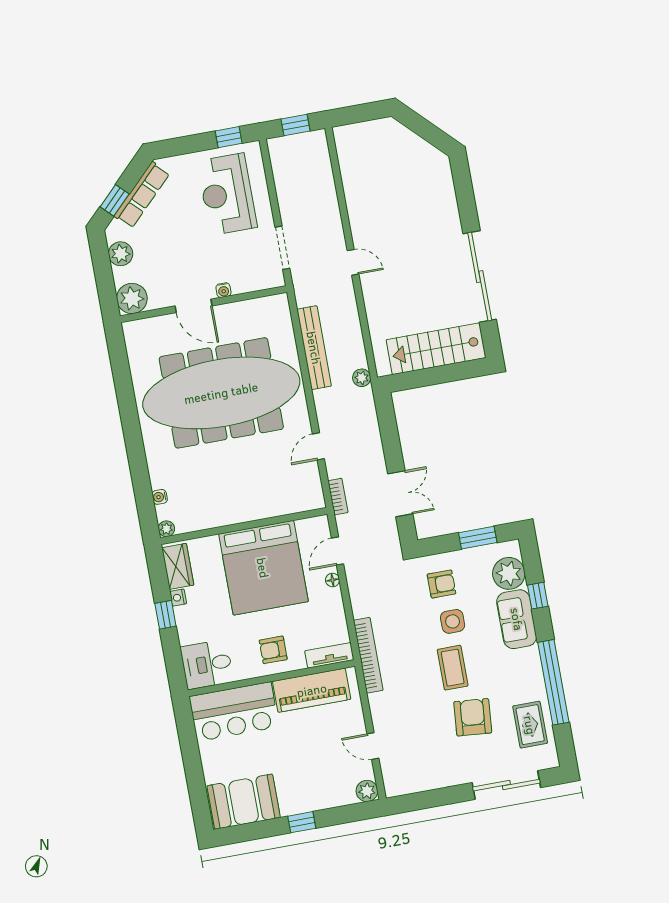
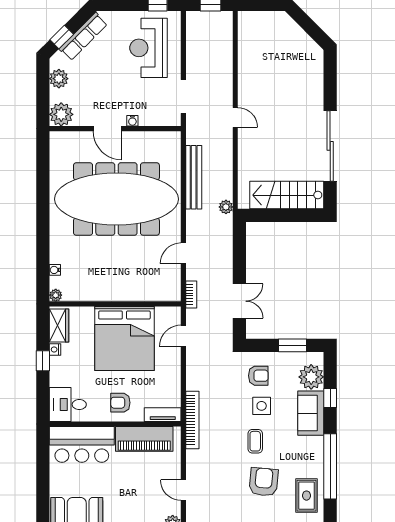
floor lamp: (333, 580) -> (176, 357), removed
coffee table: (453, 668) -> (255, 441), width x0.73, depth x0.77

